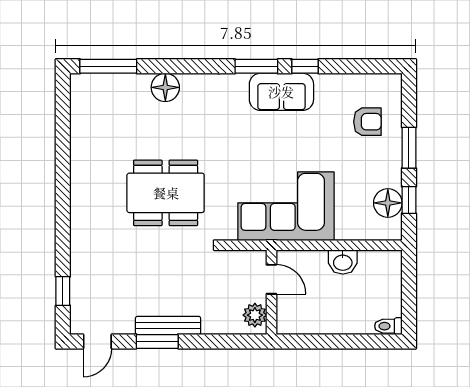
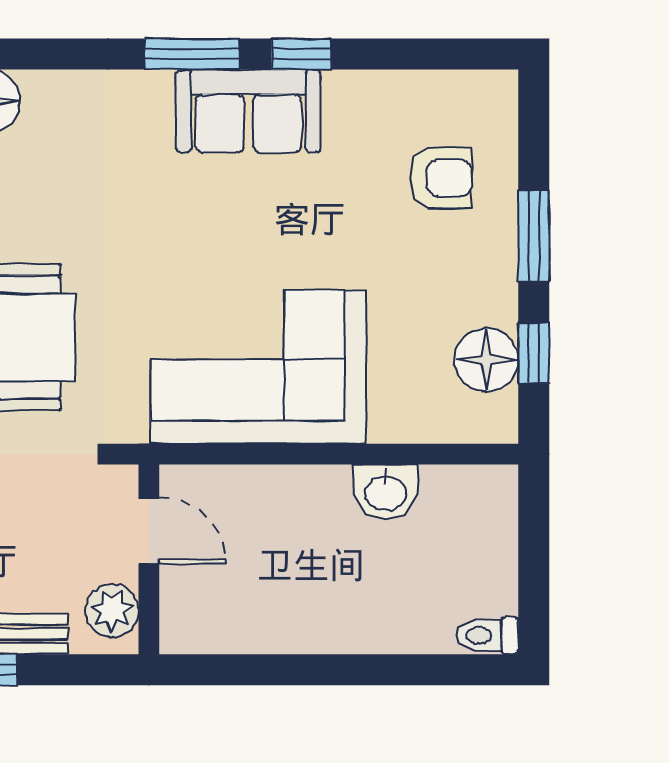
door: (271, 279) -> (149, 530), moved
wall: (271, 292) -> (149, 559), moved
plant: (255, 315) -> (112, 611), moved

